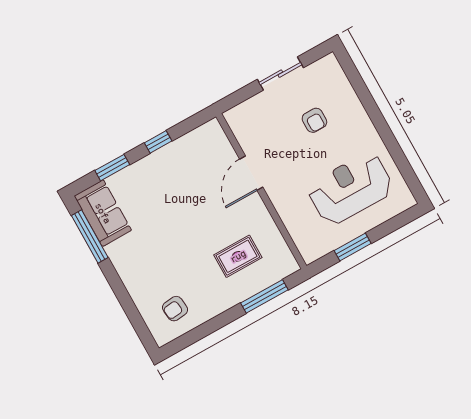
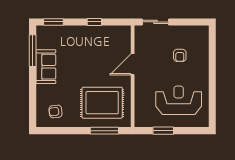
sliding door: (280, 74) -> (156, 22), moved
window: (112, 168) -> (53, 22), moved
sofa: (103, 213) -> (46, 67), moved
rug: (238, 256) -> (102, 103), width x1.86, depth x2.06

